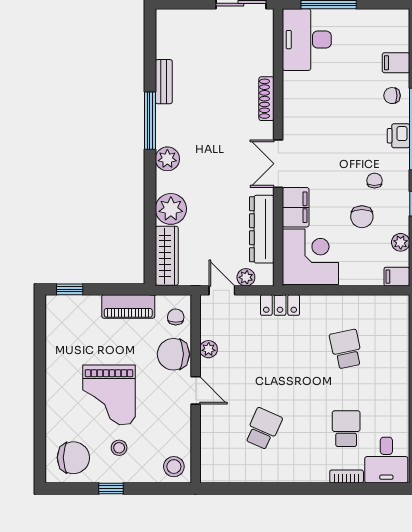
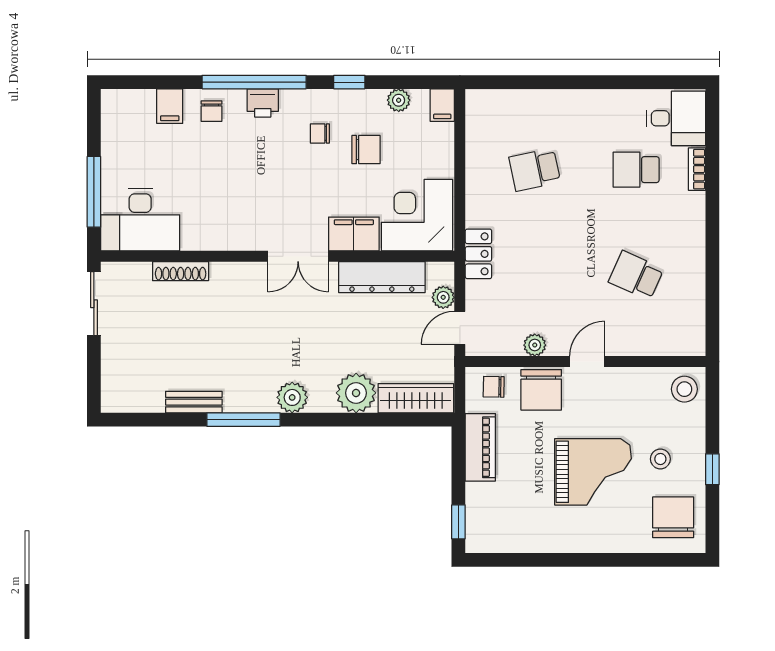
shoe rack: (266, 99) -> (181, 271), moved

